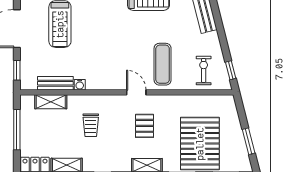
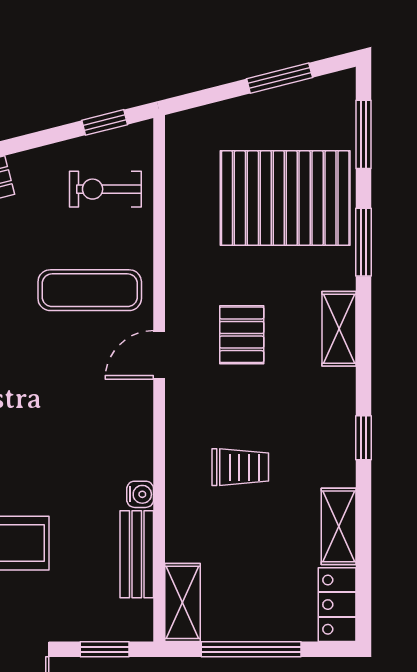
shelving: (51, 102) -> (182, 602), moved
pallet: (144, 126) -> (242, 335), turned 90

